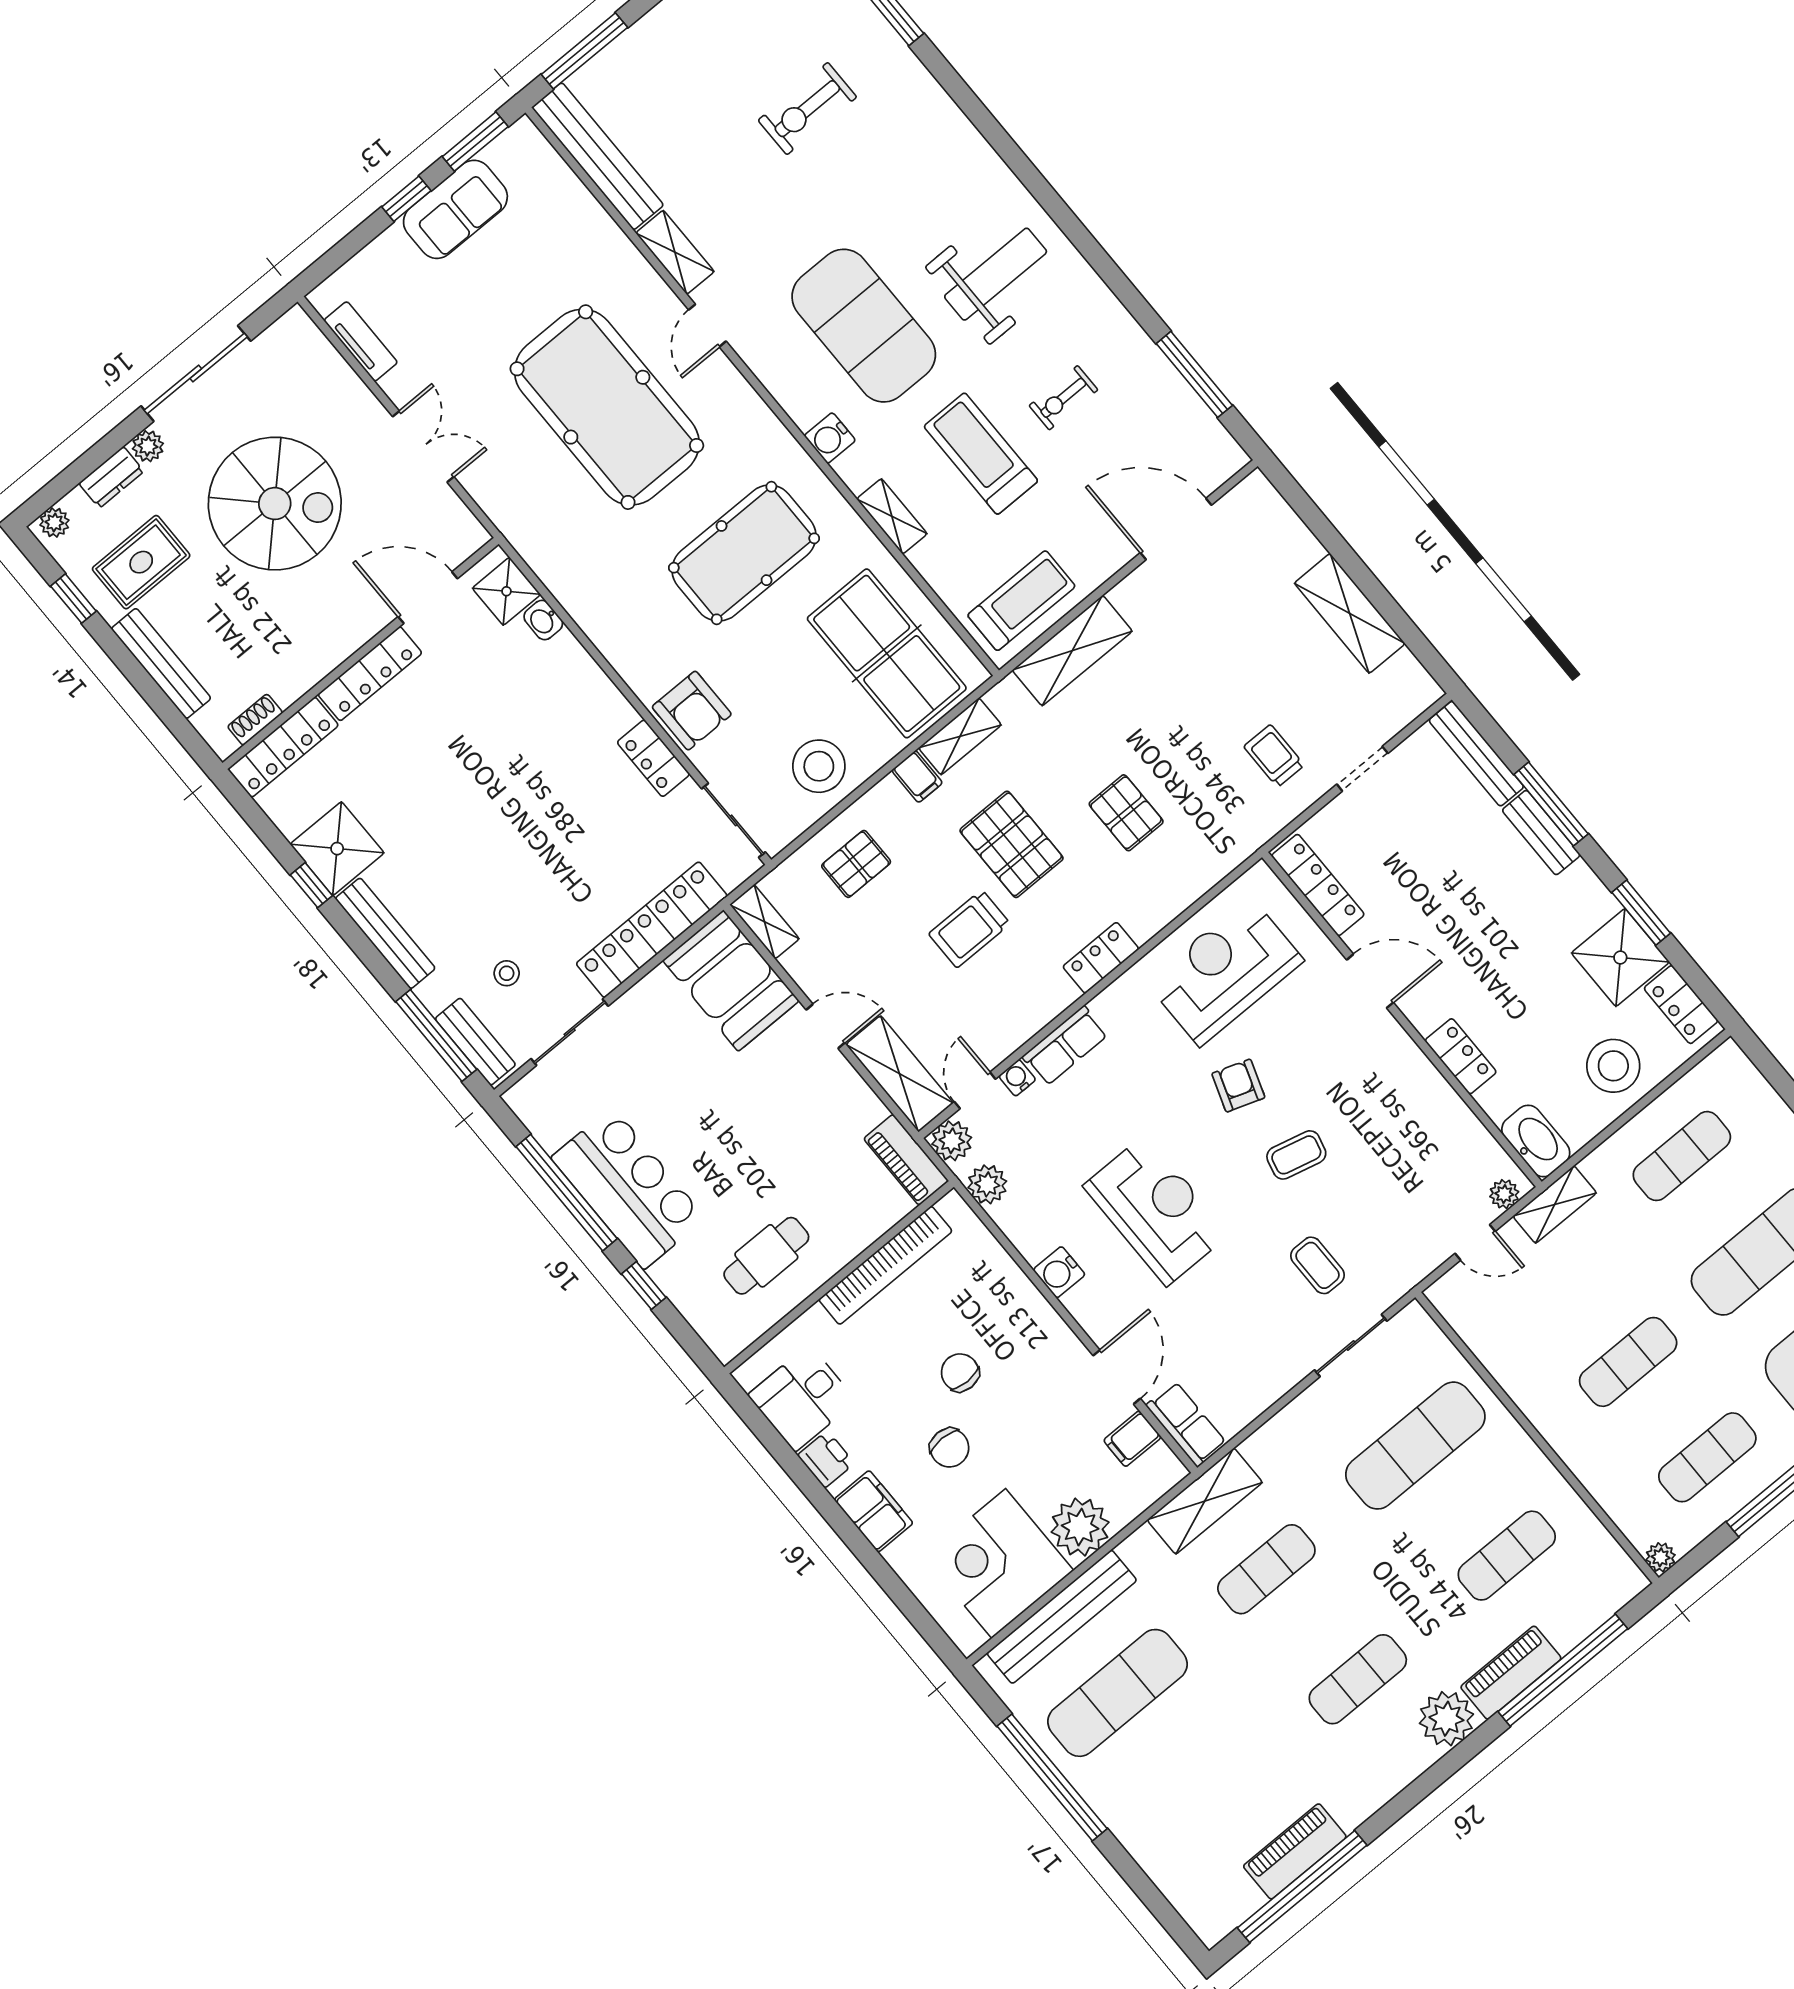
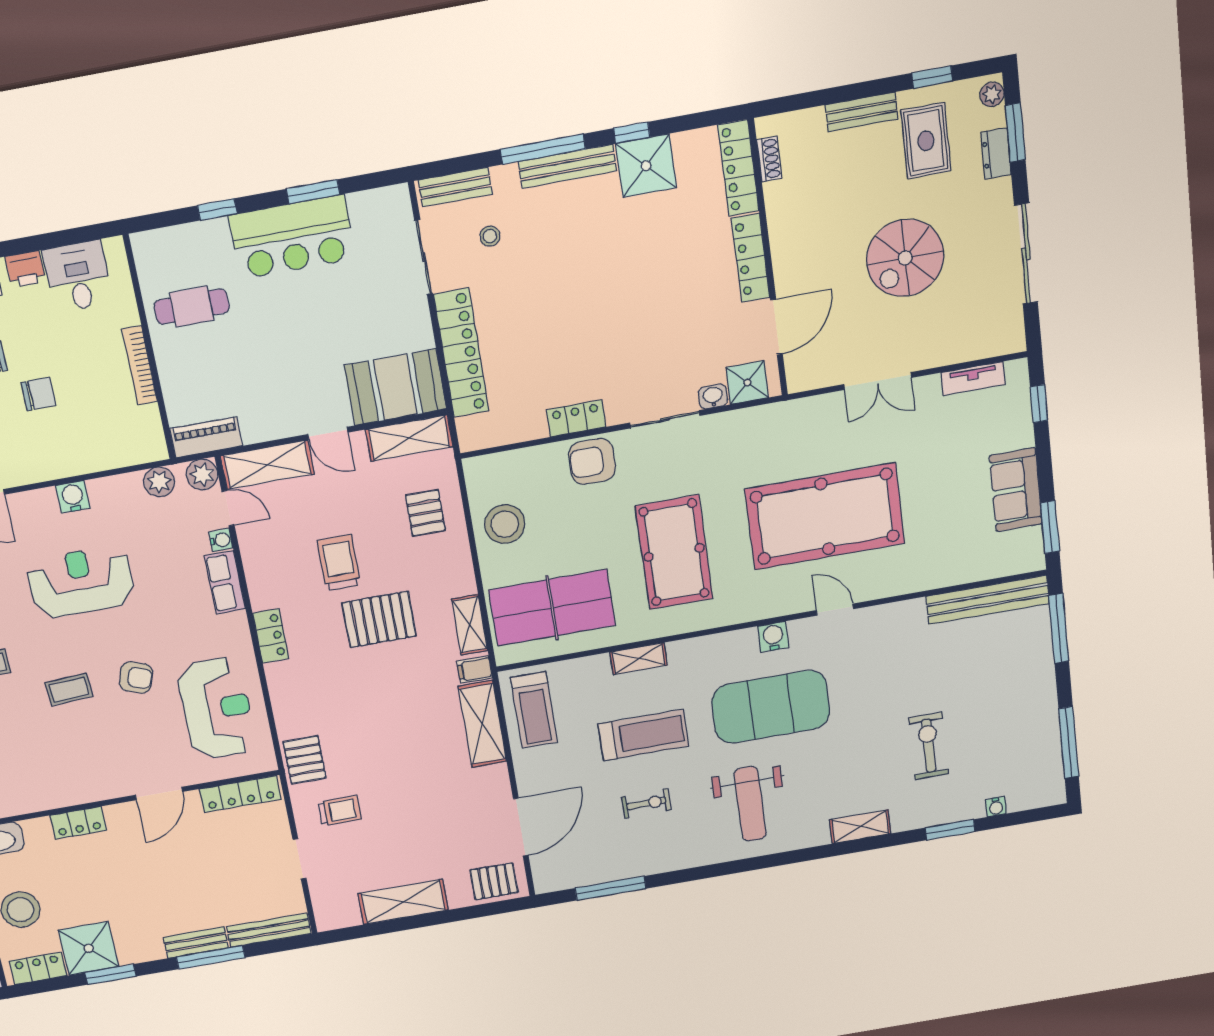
window: (406, 199) -> (1039, 404), moved
shelving: (675, 252) -> (860, 827), moved
exercise bike: (1063, 398) -> (646, 803), turned 89
water cooler: (830, 438) -> (773, 637), moved
plant: (148, 446) -> (1000, 192), removed
window: (79, 471) -> (1015, 133), added
spiral stairs: (275, 504) -> (905, 258), width x0.73, depth x0.73
pallet: (1263, 520) -> (494, 881), added
bench: (161, 663) -> (862, 112), width x0.73
filing cabinet: (917, 777) -> (475, 670), moved
pallet: (1126, 813) -> (305, 760), moved, turned 90
sliding door: (734, 820) -> (665, 419), moved
shelving: (765, 922) -> (409, 438), width x1.50, depth x1.33
door: (825, 1026) -> (328, 433), hinge flipped
window: (436, 1036) -> (543, 149), moved
coffee table: (1296, 1155) -> (69, 690), turned 73
window: (567, 1193) -> (313, 192), width x0.47
reception desk: (1156, 1210) -> (81, 582), turned 180
cafe table: (766, 1256) -> (192, 307), turned 90
bookcase: (885, 1265) -> (140, 365), width x0.68, depth x0.76

